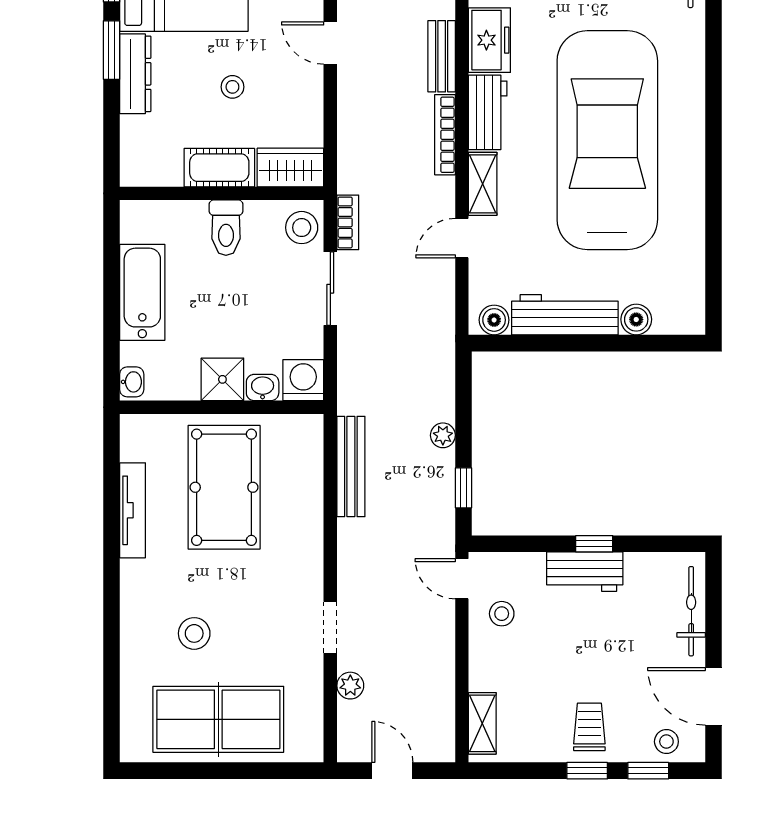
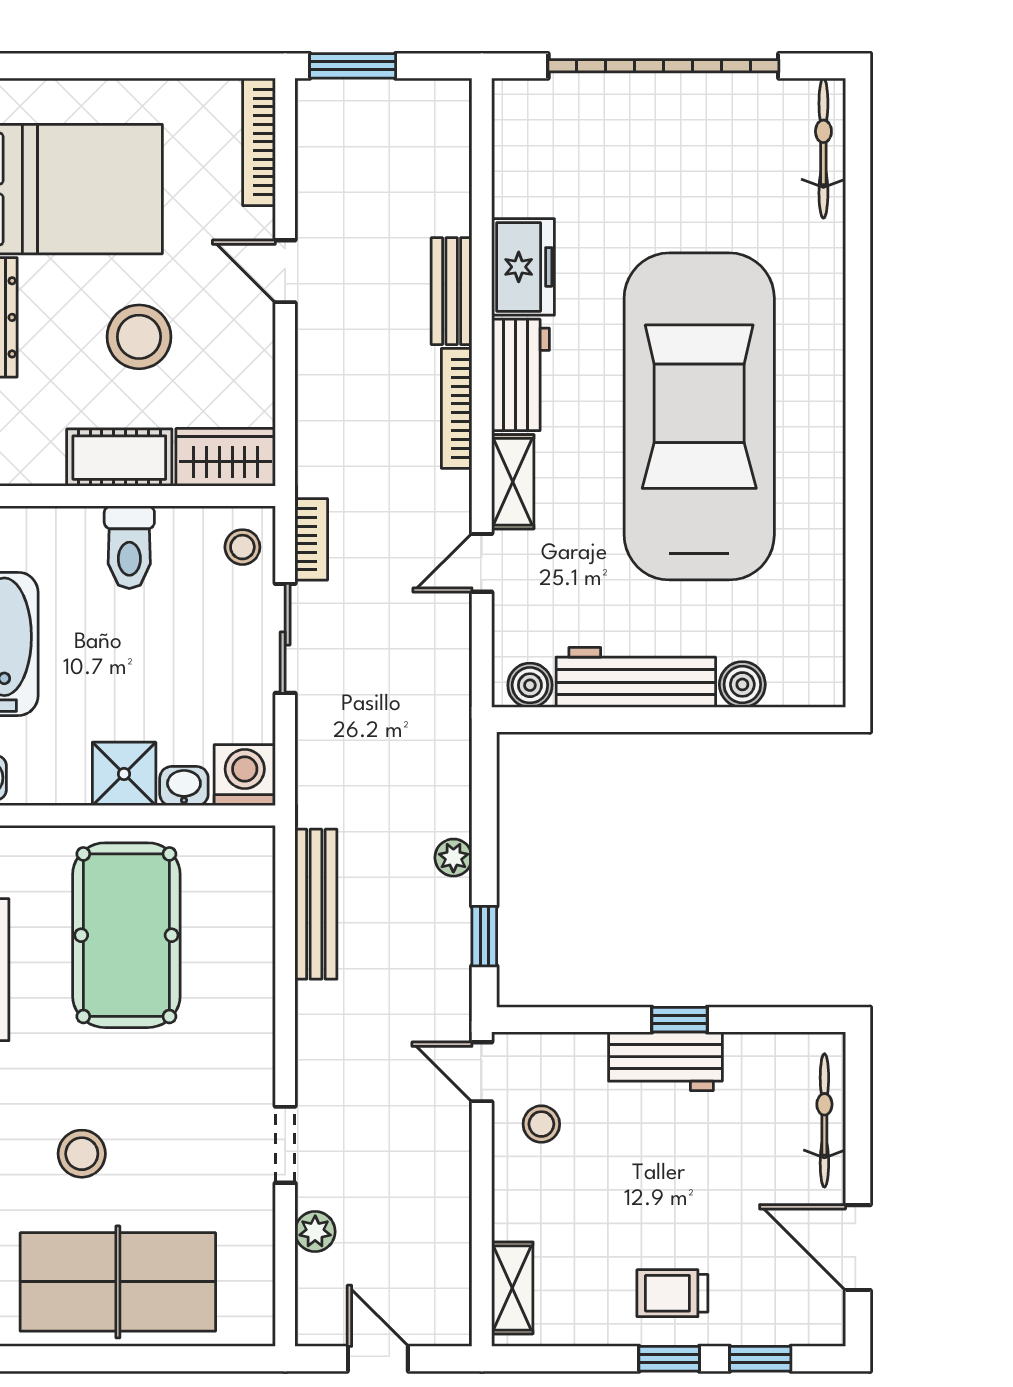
stool: (232, 87) -> (139, 337), width x1.89, depth x1.89
stool: (302, 228) -> (242, 547), width x0.73, depth x0.73
trolley: (589, 727) -> (672, 1293), turned -90
stool: (666, 742) -> (788, 1315), removed

